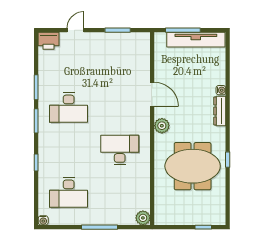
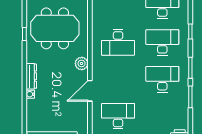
desk: (120, 65) -> (118, 116), added
door: (152, 94) -> (90, 91), hinge flipped
desk: (69, 150) -> (162, 42), added

